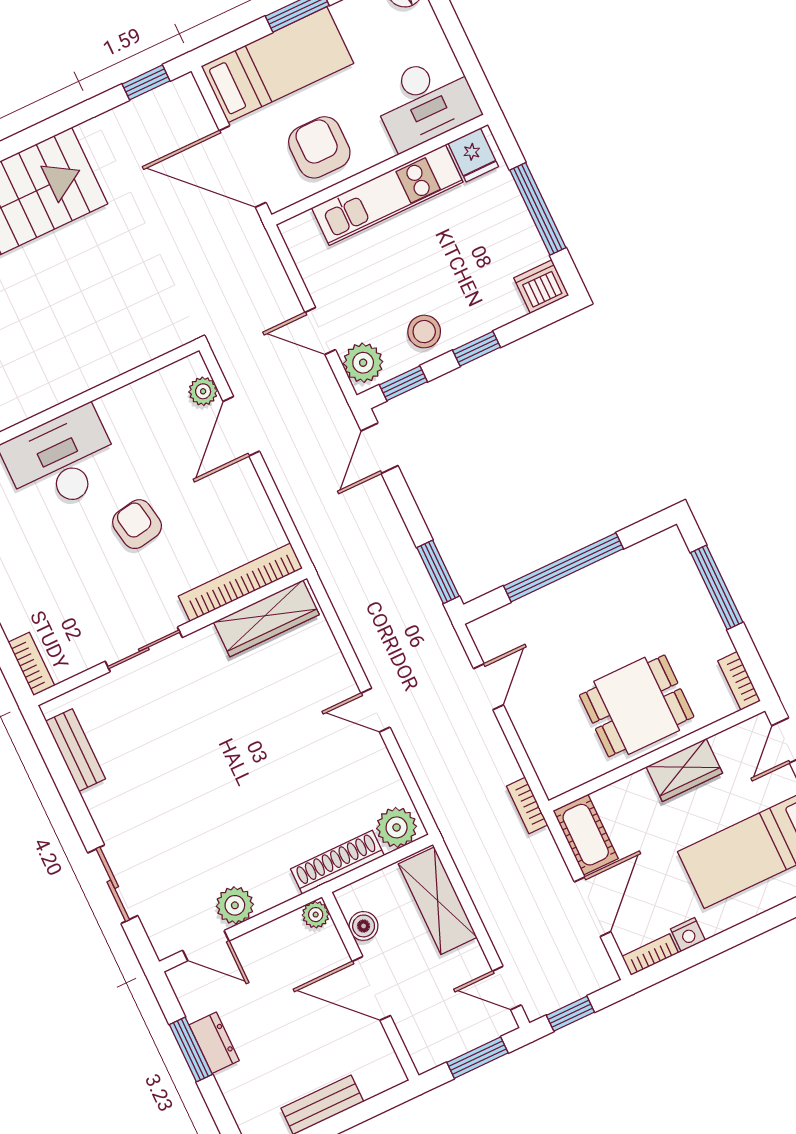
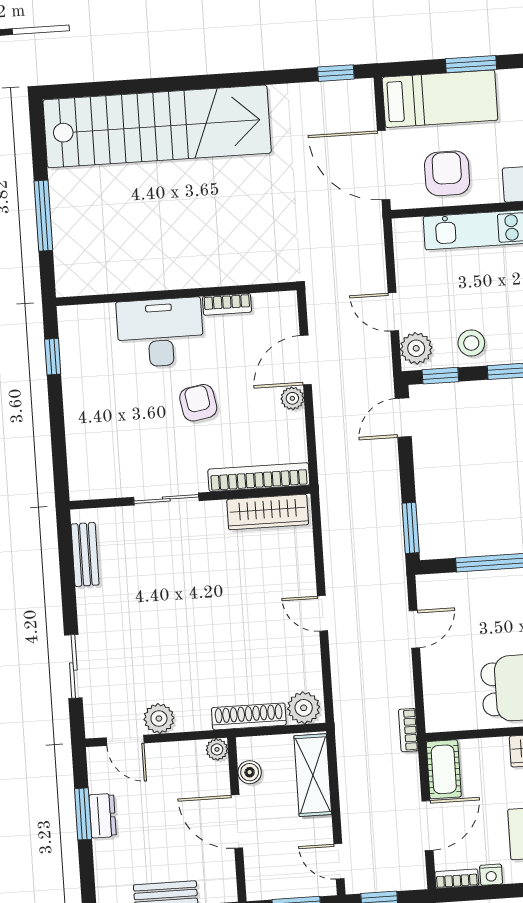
plant: (203, 391) -> (292, 398), moved
bookcase: (31, 664) -> (227, 304), moved, turned 90

